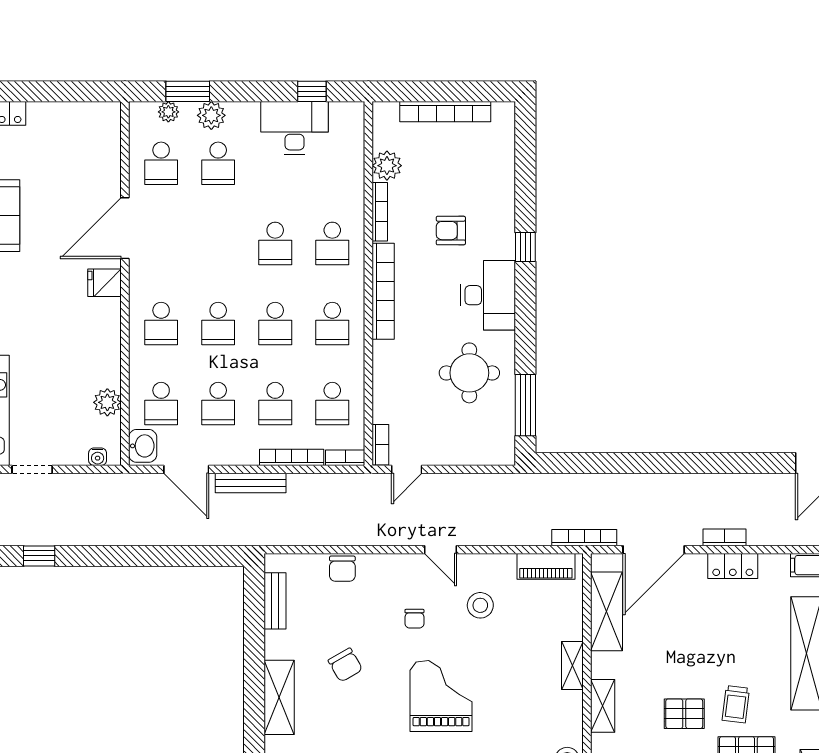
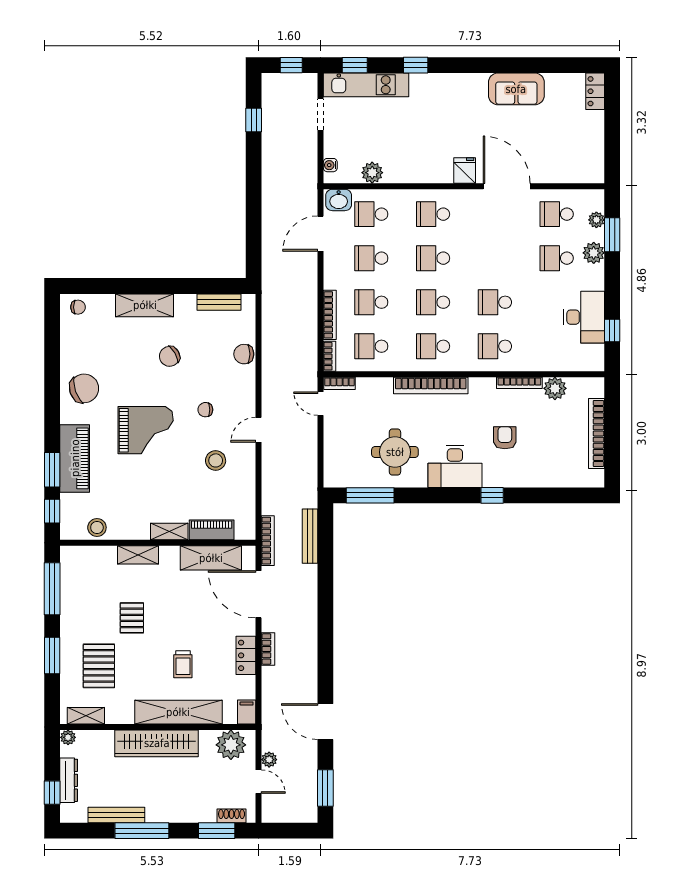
bookcase: (383, 291) -> (431, 386), moved
bench: (251, 483) -> (310, 536), moved
piano: (546, 566) -> (212, 530), moved, turned 90
trolley: (736, 704) -> (183, 664), moved, turned -97

